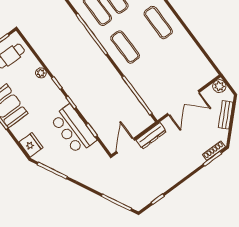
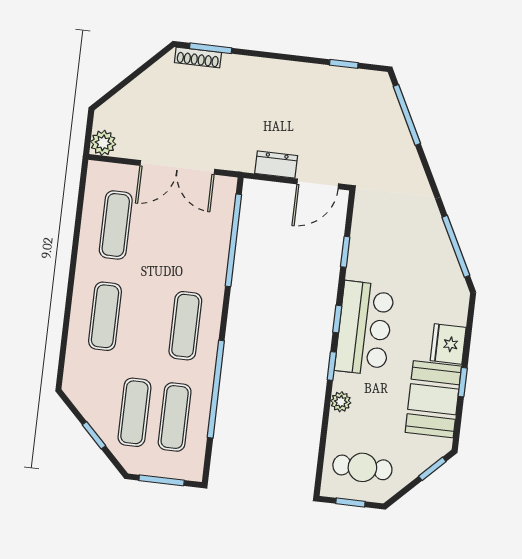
exercise mat: (186, 60) -> (116, 225), added
double door: (183, 103) -> (177, 167), swing flipped
bench: (226, 115) -> (133, 93), removed
bar counter: (73, 129) -> (364, 328), moved
dresser: (151, 136) -> (276, 164), width x0.70
fridge: (31, 145) -> (448, 344), moved

